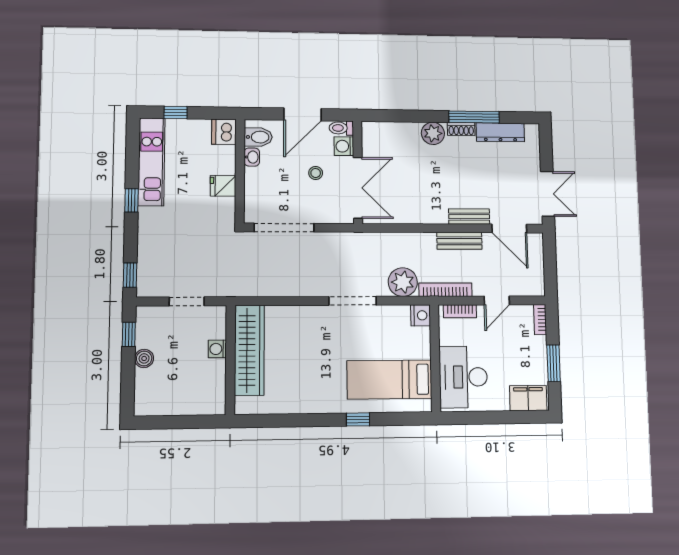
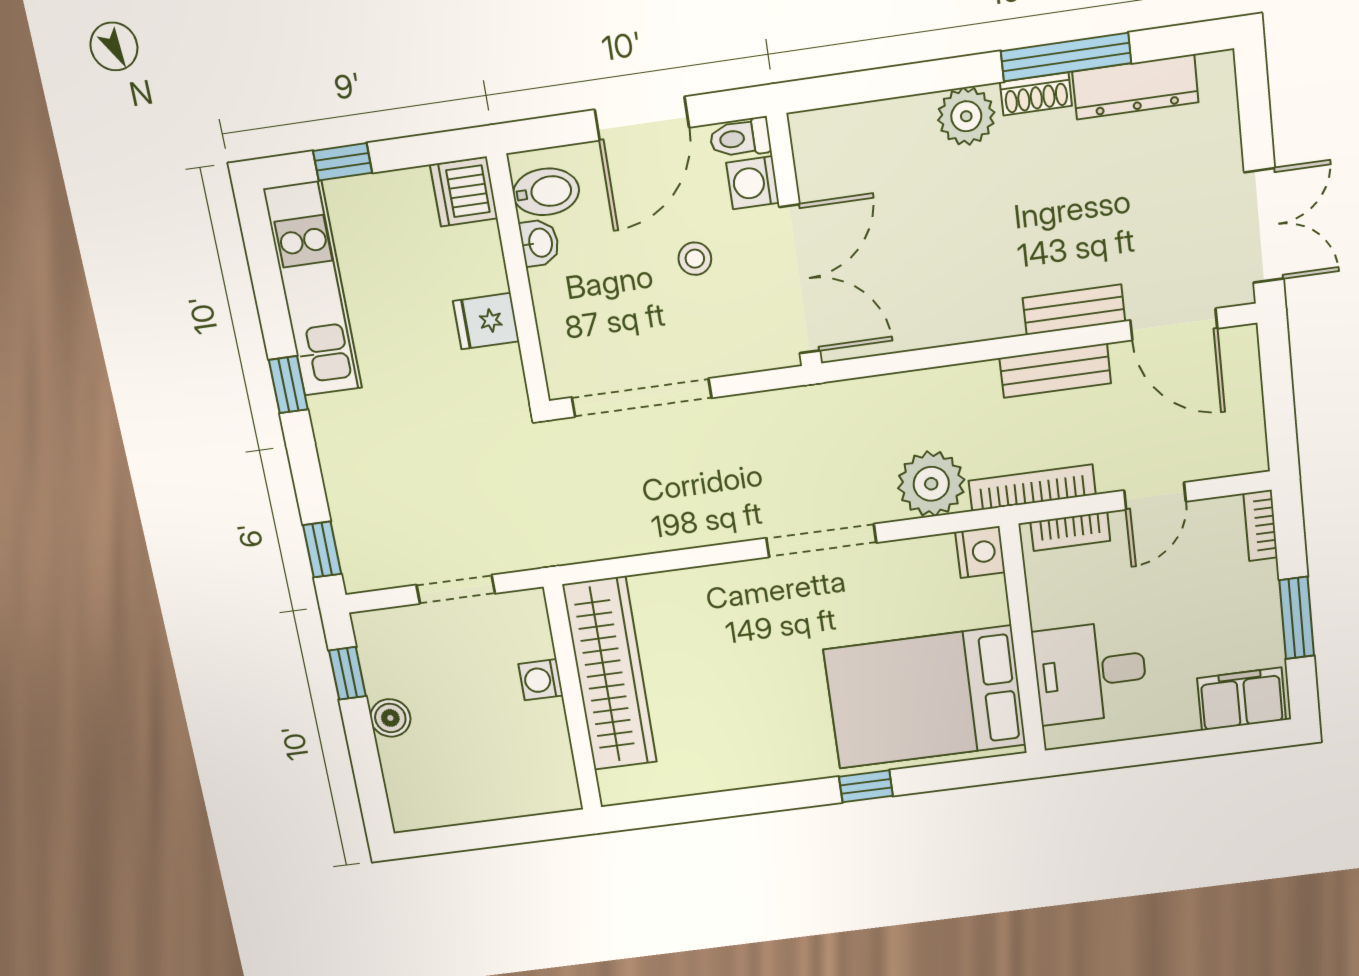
desk: (463, 377) -> (1090, 672), width x0.73
bed: (389, 380) -> (925, 697), width x1.50

